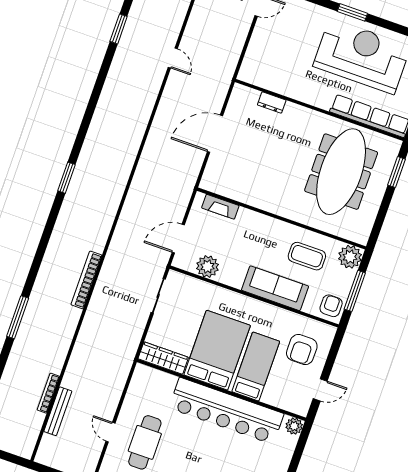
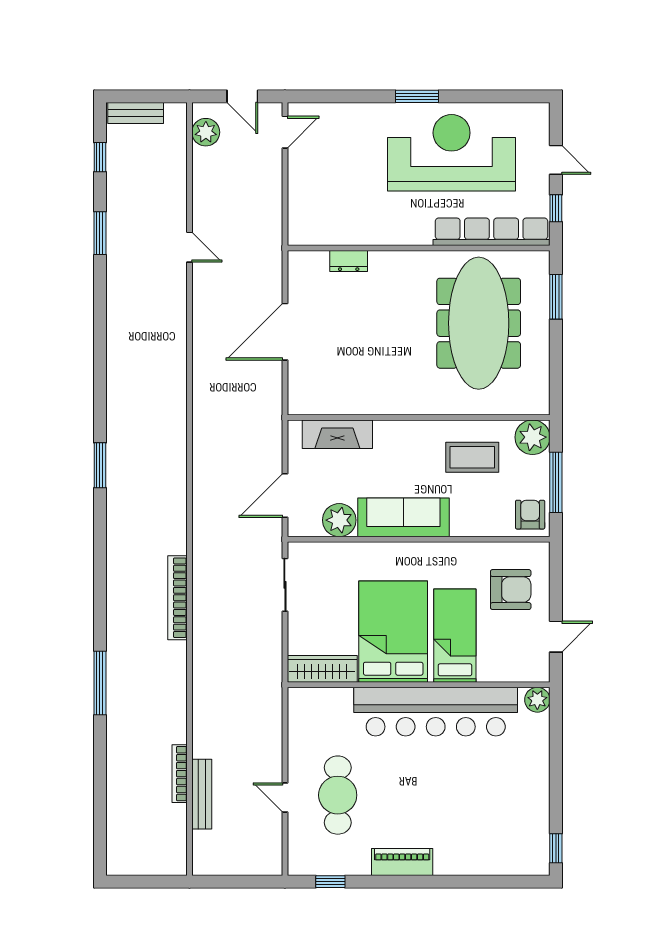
fireplace: (220, 207) -> (337, 434), width x1.37, depth x1.32
sofa: (275, 288) -> (403, 517), moved
armchair: (302, 349) -> (511, 590), turned -90

